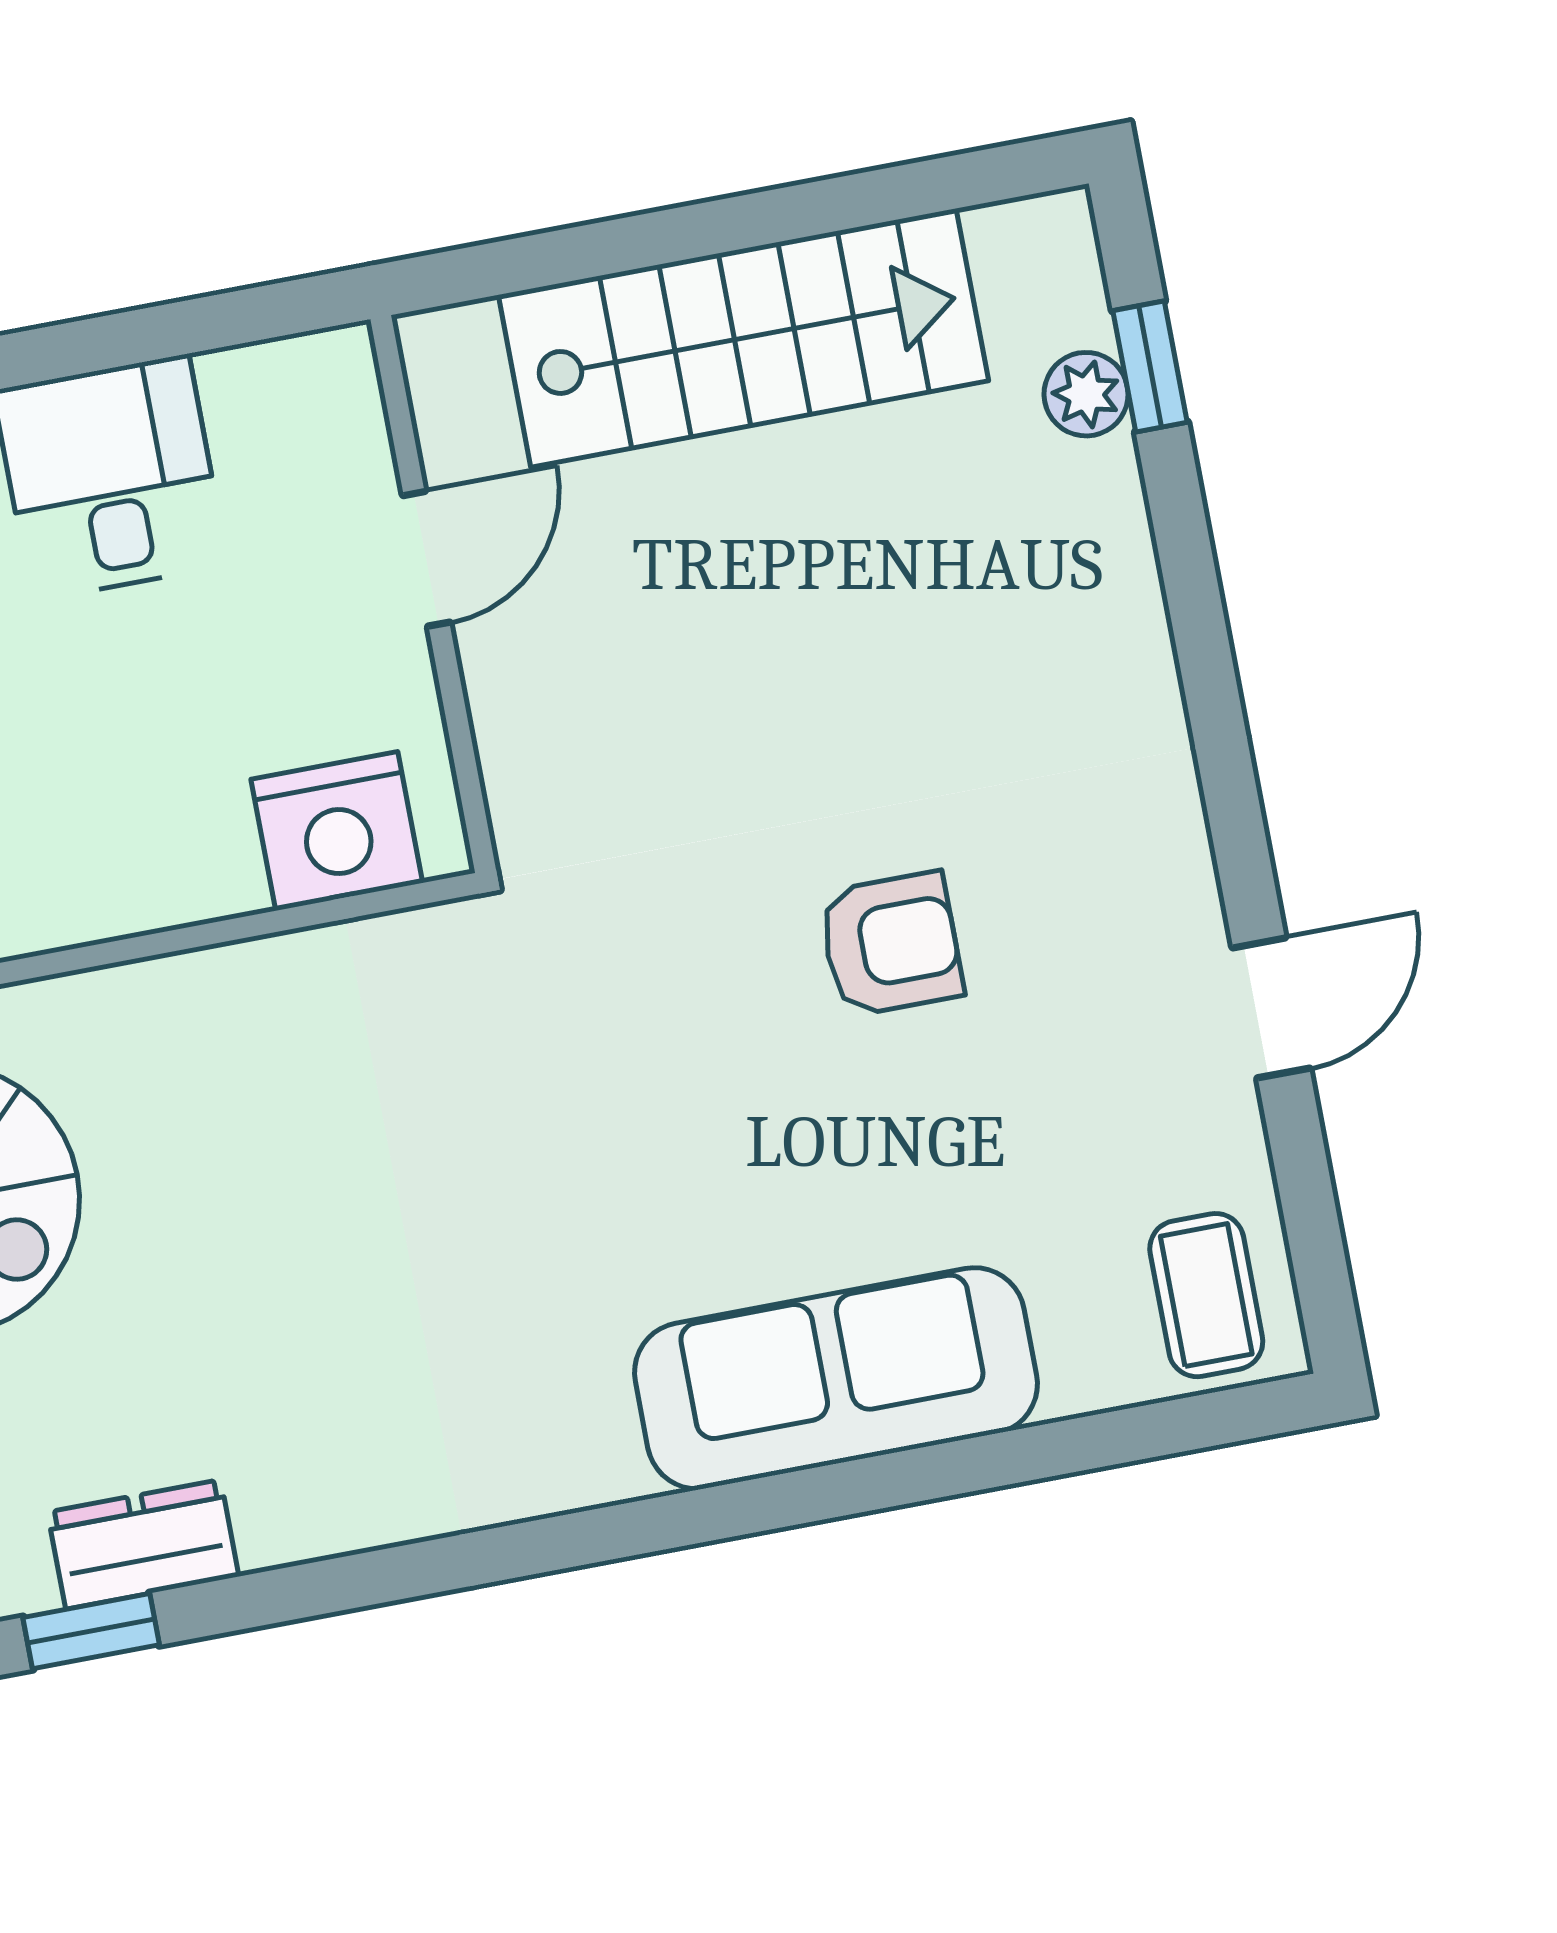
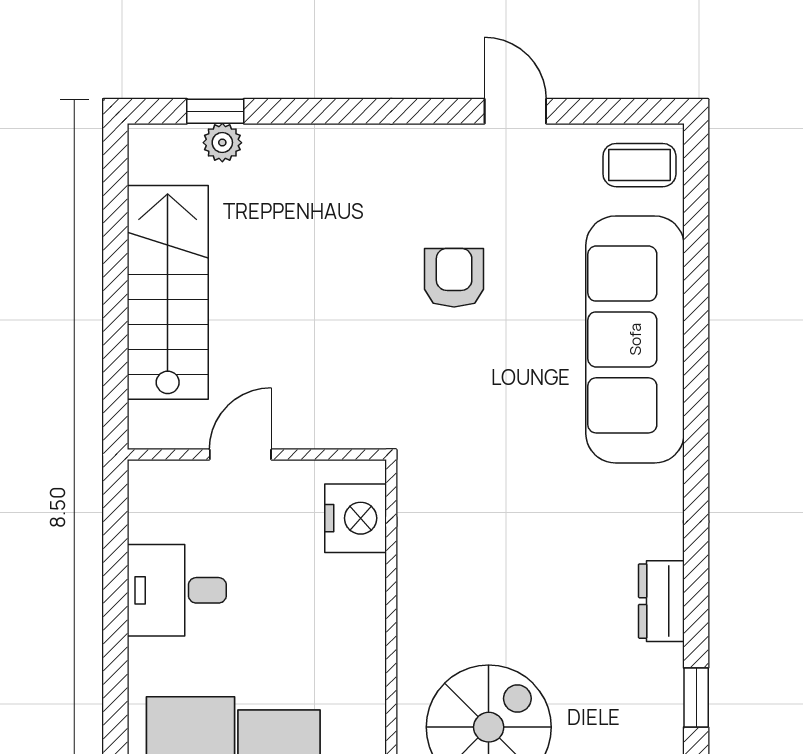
door: (426, 559) -> (240, 454), hinge flipped
sofa: (836, 1378) -> (635, 339), width x1.36, depth x1.27
dresser: (143, 1544) -> (661, 601), moved

